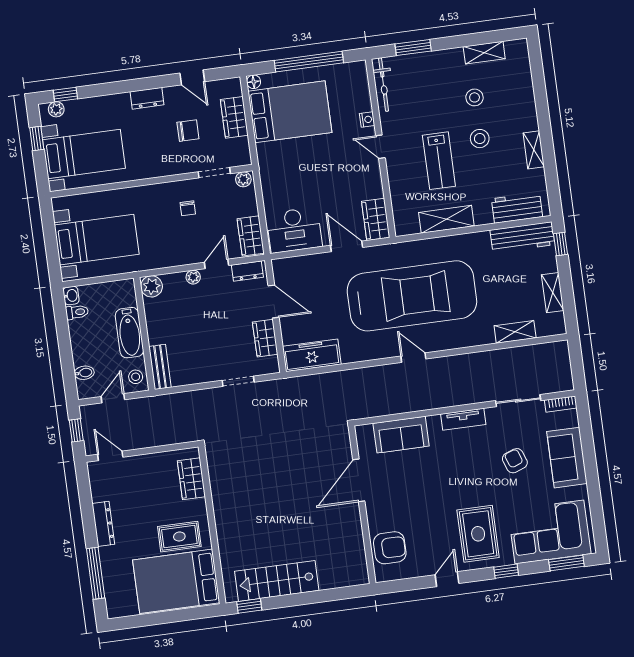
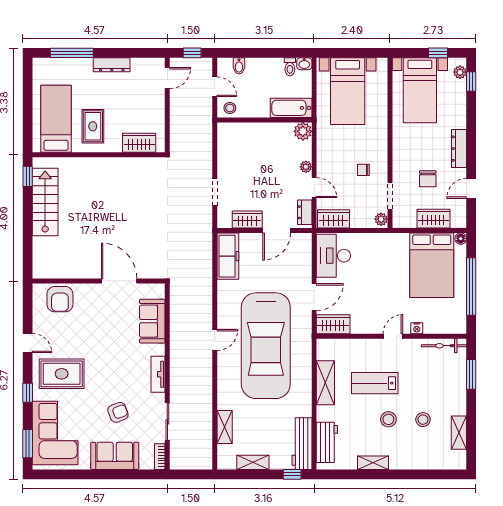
dresser: (147, 98) -> (459, 149), width x1.44
bathtub: (129, 333) -> (291, 108), moved
bench: (160, 367) -> (235, 129), removed
bed: (176, 581) -> (56, 119), width x0.67

